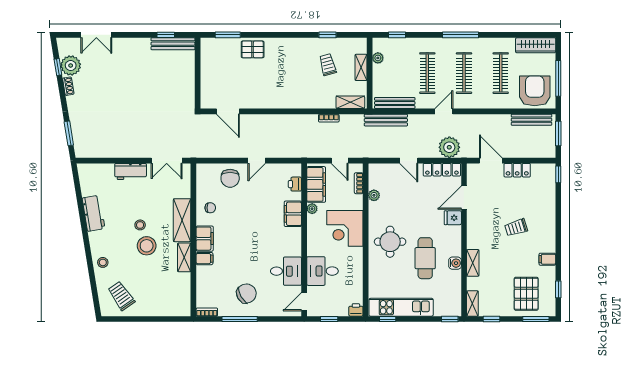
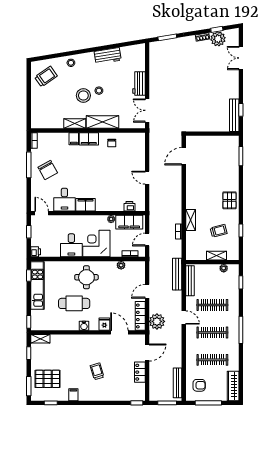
pallet: (253, 49) -> (229, 200), moved
armchair: (535, 91) -> (199, 385), width x0.53, depth x0.53
shelving: (350, 102) -> (191, 220), moved
chair: (230, 178) -> (134, 158), removed
filing cabinet: (293, 214) -> (86, 205), moved
water cooler: (455, 263) -> (84, 326), moved
shelving: (473, 263) -> (71, 339), removed
desk: (322, 271) -> (71, 245), moved, turned 180

